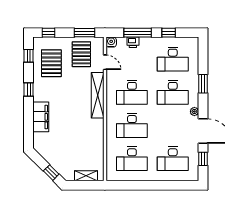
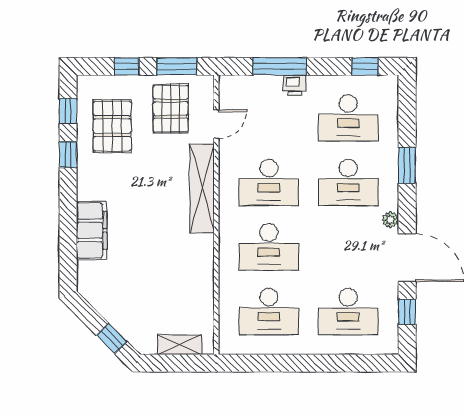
window: (49, 33) -> (127, 66), moved
window: (169, 33) -> (365, 66), moved
water cooler: (111, 42) -> (228, 85), removed
printer: (133, 42) -> (295, 85), moved
door: (105, 62) -> (216, 124), hinge flipped
window: (29, 89) -> (68, 155), moved

